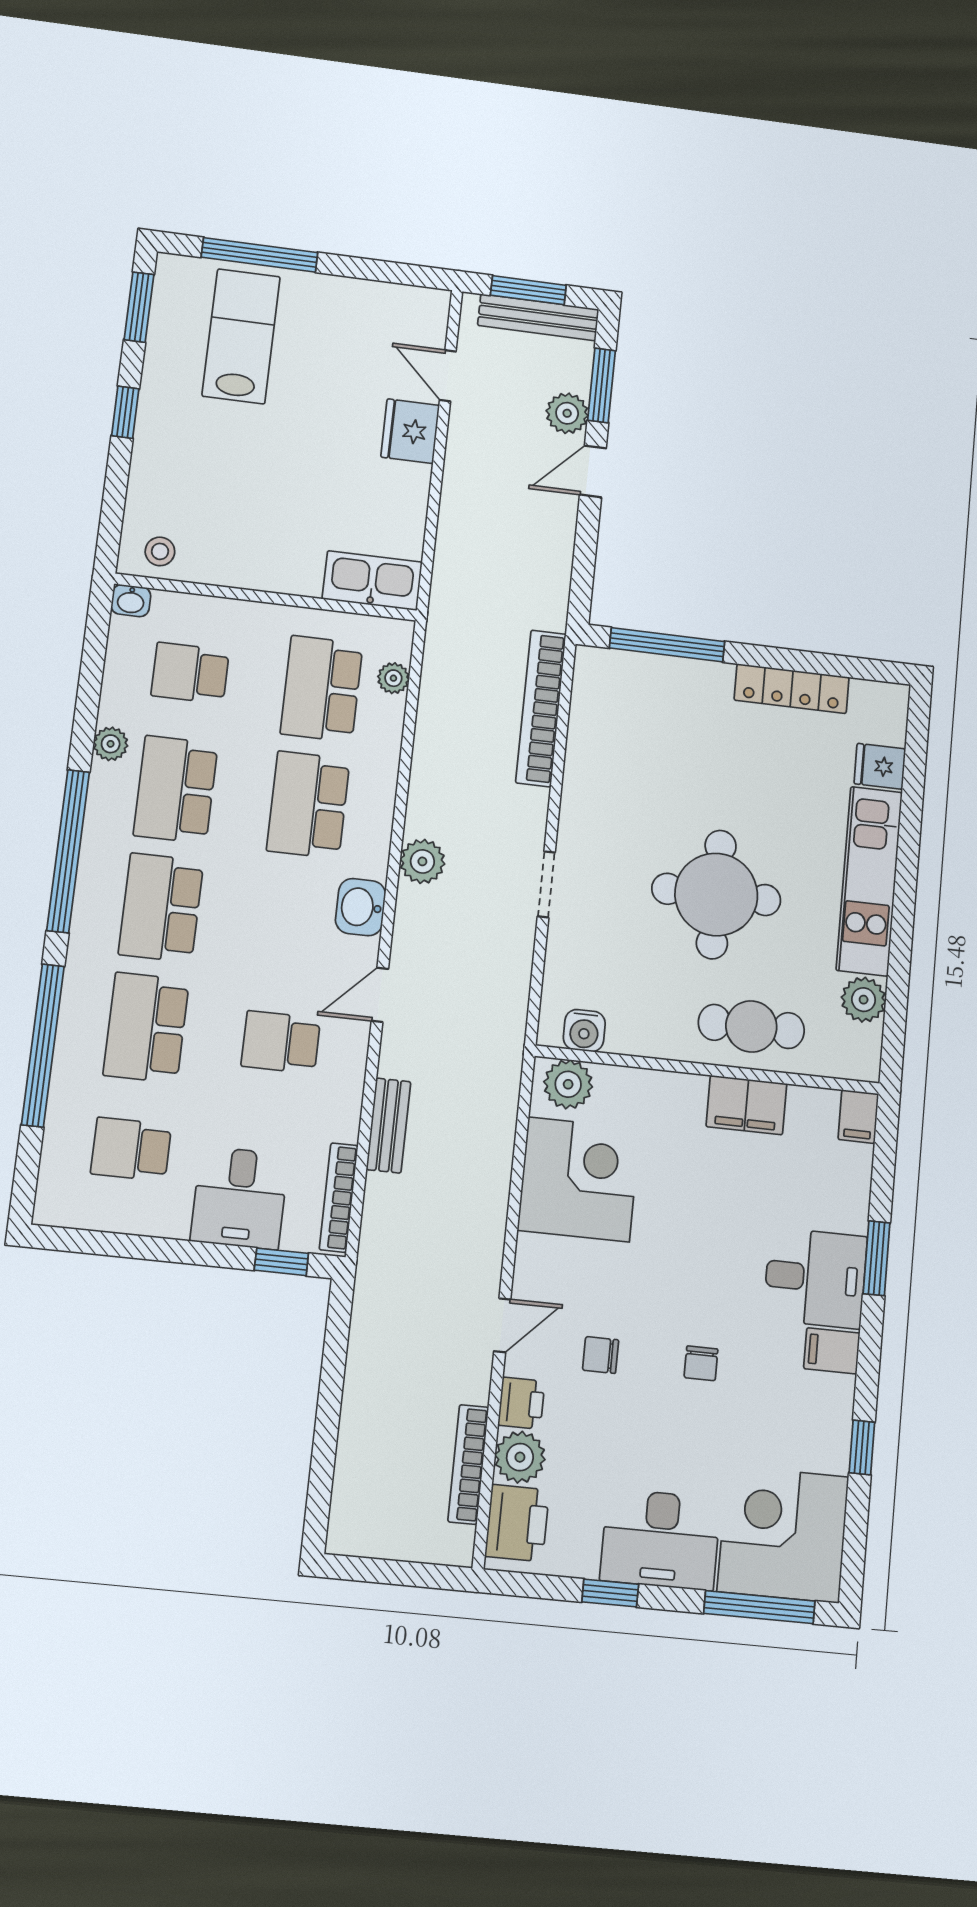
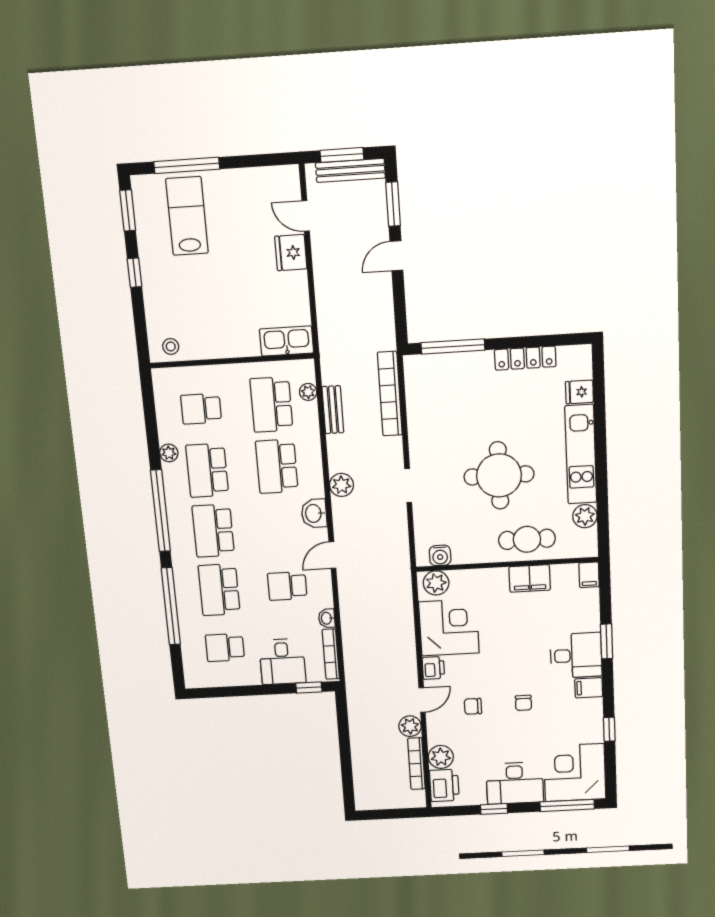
plant: (567, 413) -> (410, 726), moved
washbasin: (131, 601) -> (327, 618), moved, turned 90
bench: (388, 1126) -> (333, 410), moved
printer: (521, 1403) -> (433, 668), moved

